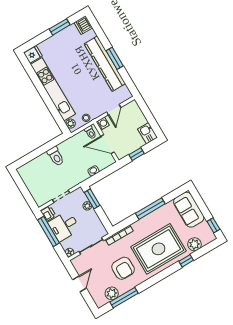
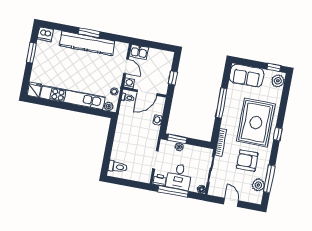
kitchen sink: (148, 133) -> (139, 52), moved
toilet: (56, 156) -> (117, 167), moved
plant: (194, 244) -> (278, 81), moved
window: (186, 261) -> (278, 134), moved
armchair: (123, 268) -> (247, 161), turned 180

